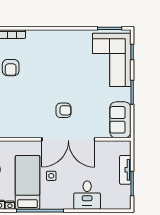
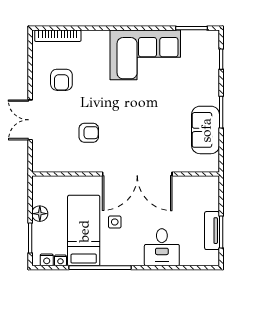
corner sofa: (112, 60) -> (145, 55), moved, turned -90
armchair: (64, 110) -> (89, 133), moved
sofa: (120, 120) -> (206, 130), moved
tv unit: (125, 170) -> (212, 231), moved

